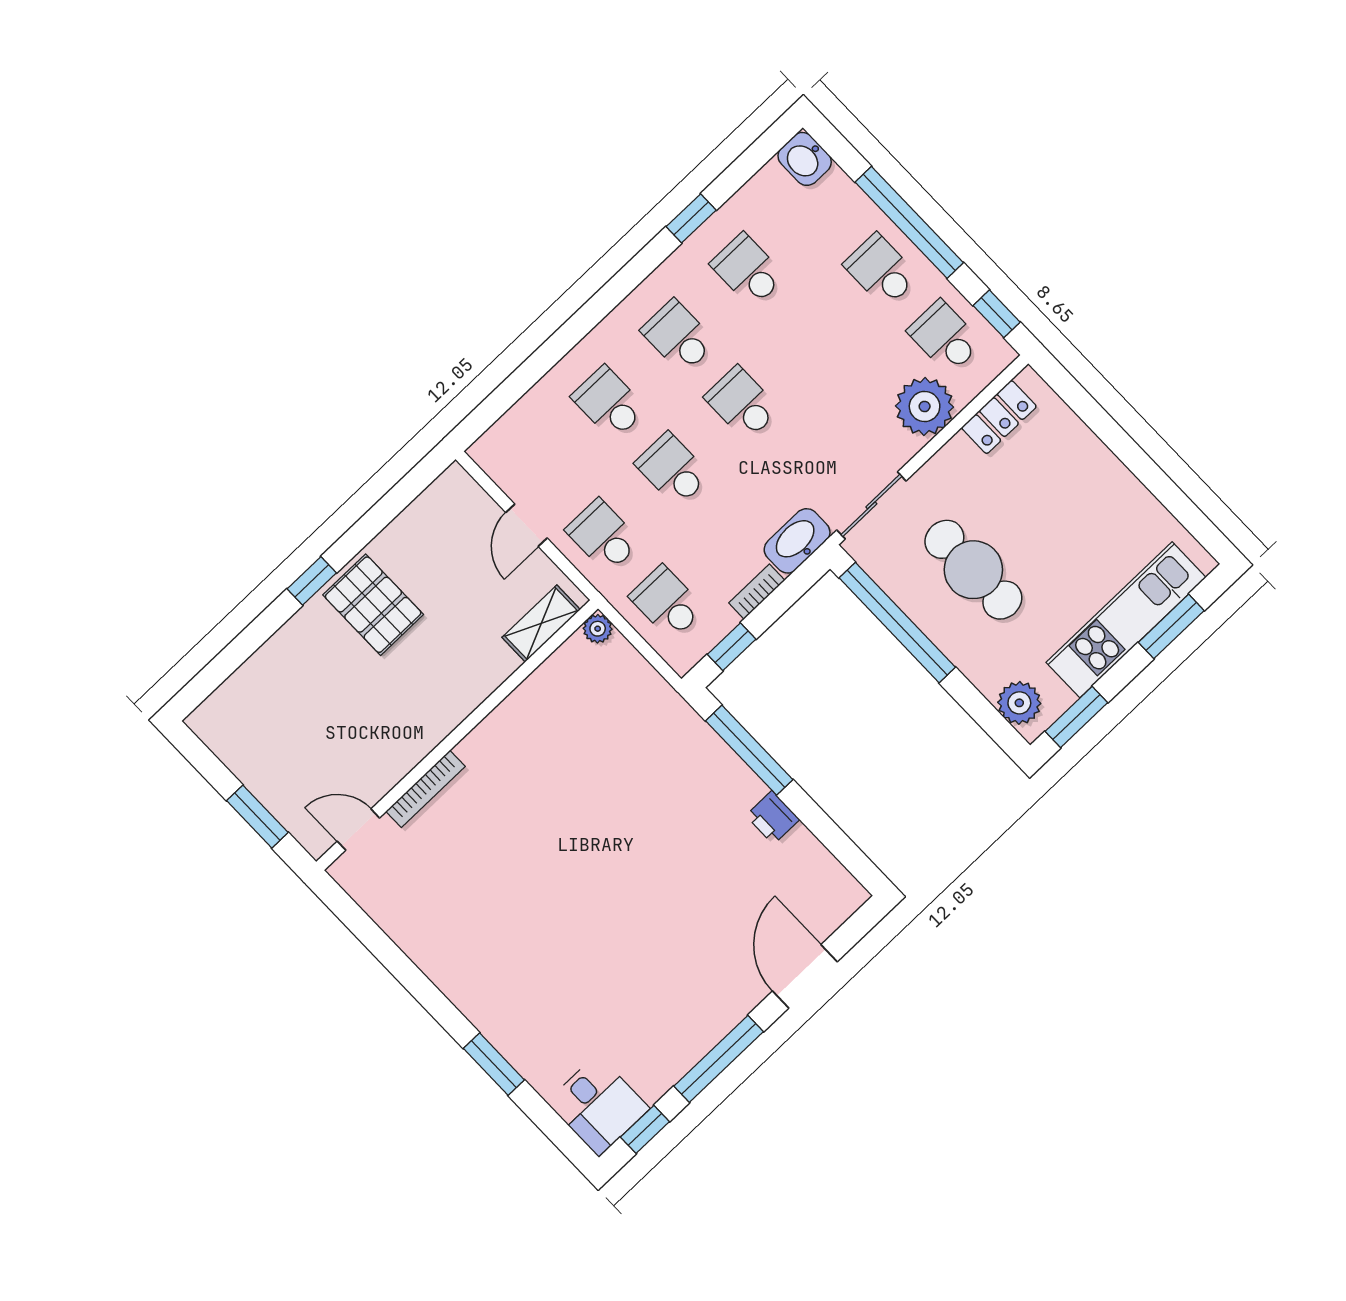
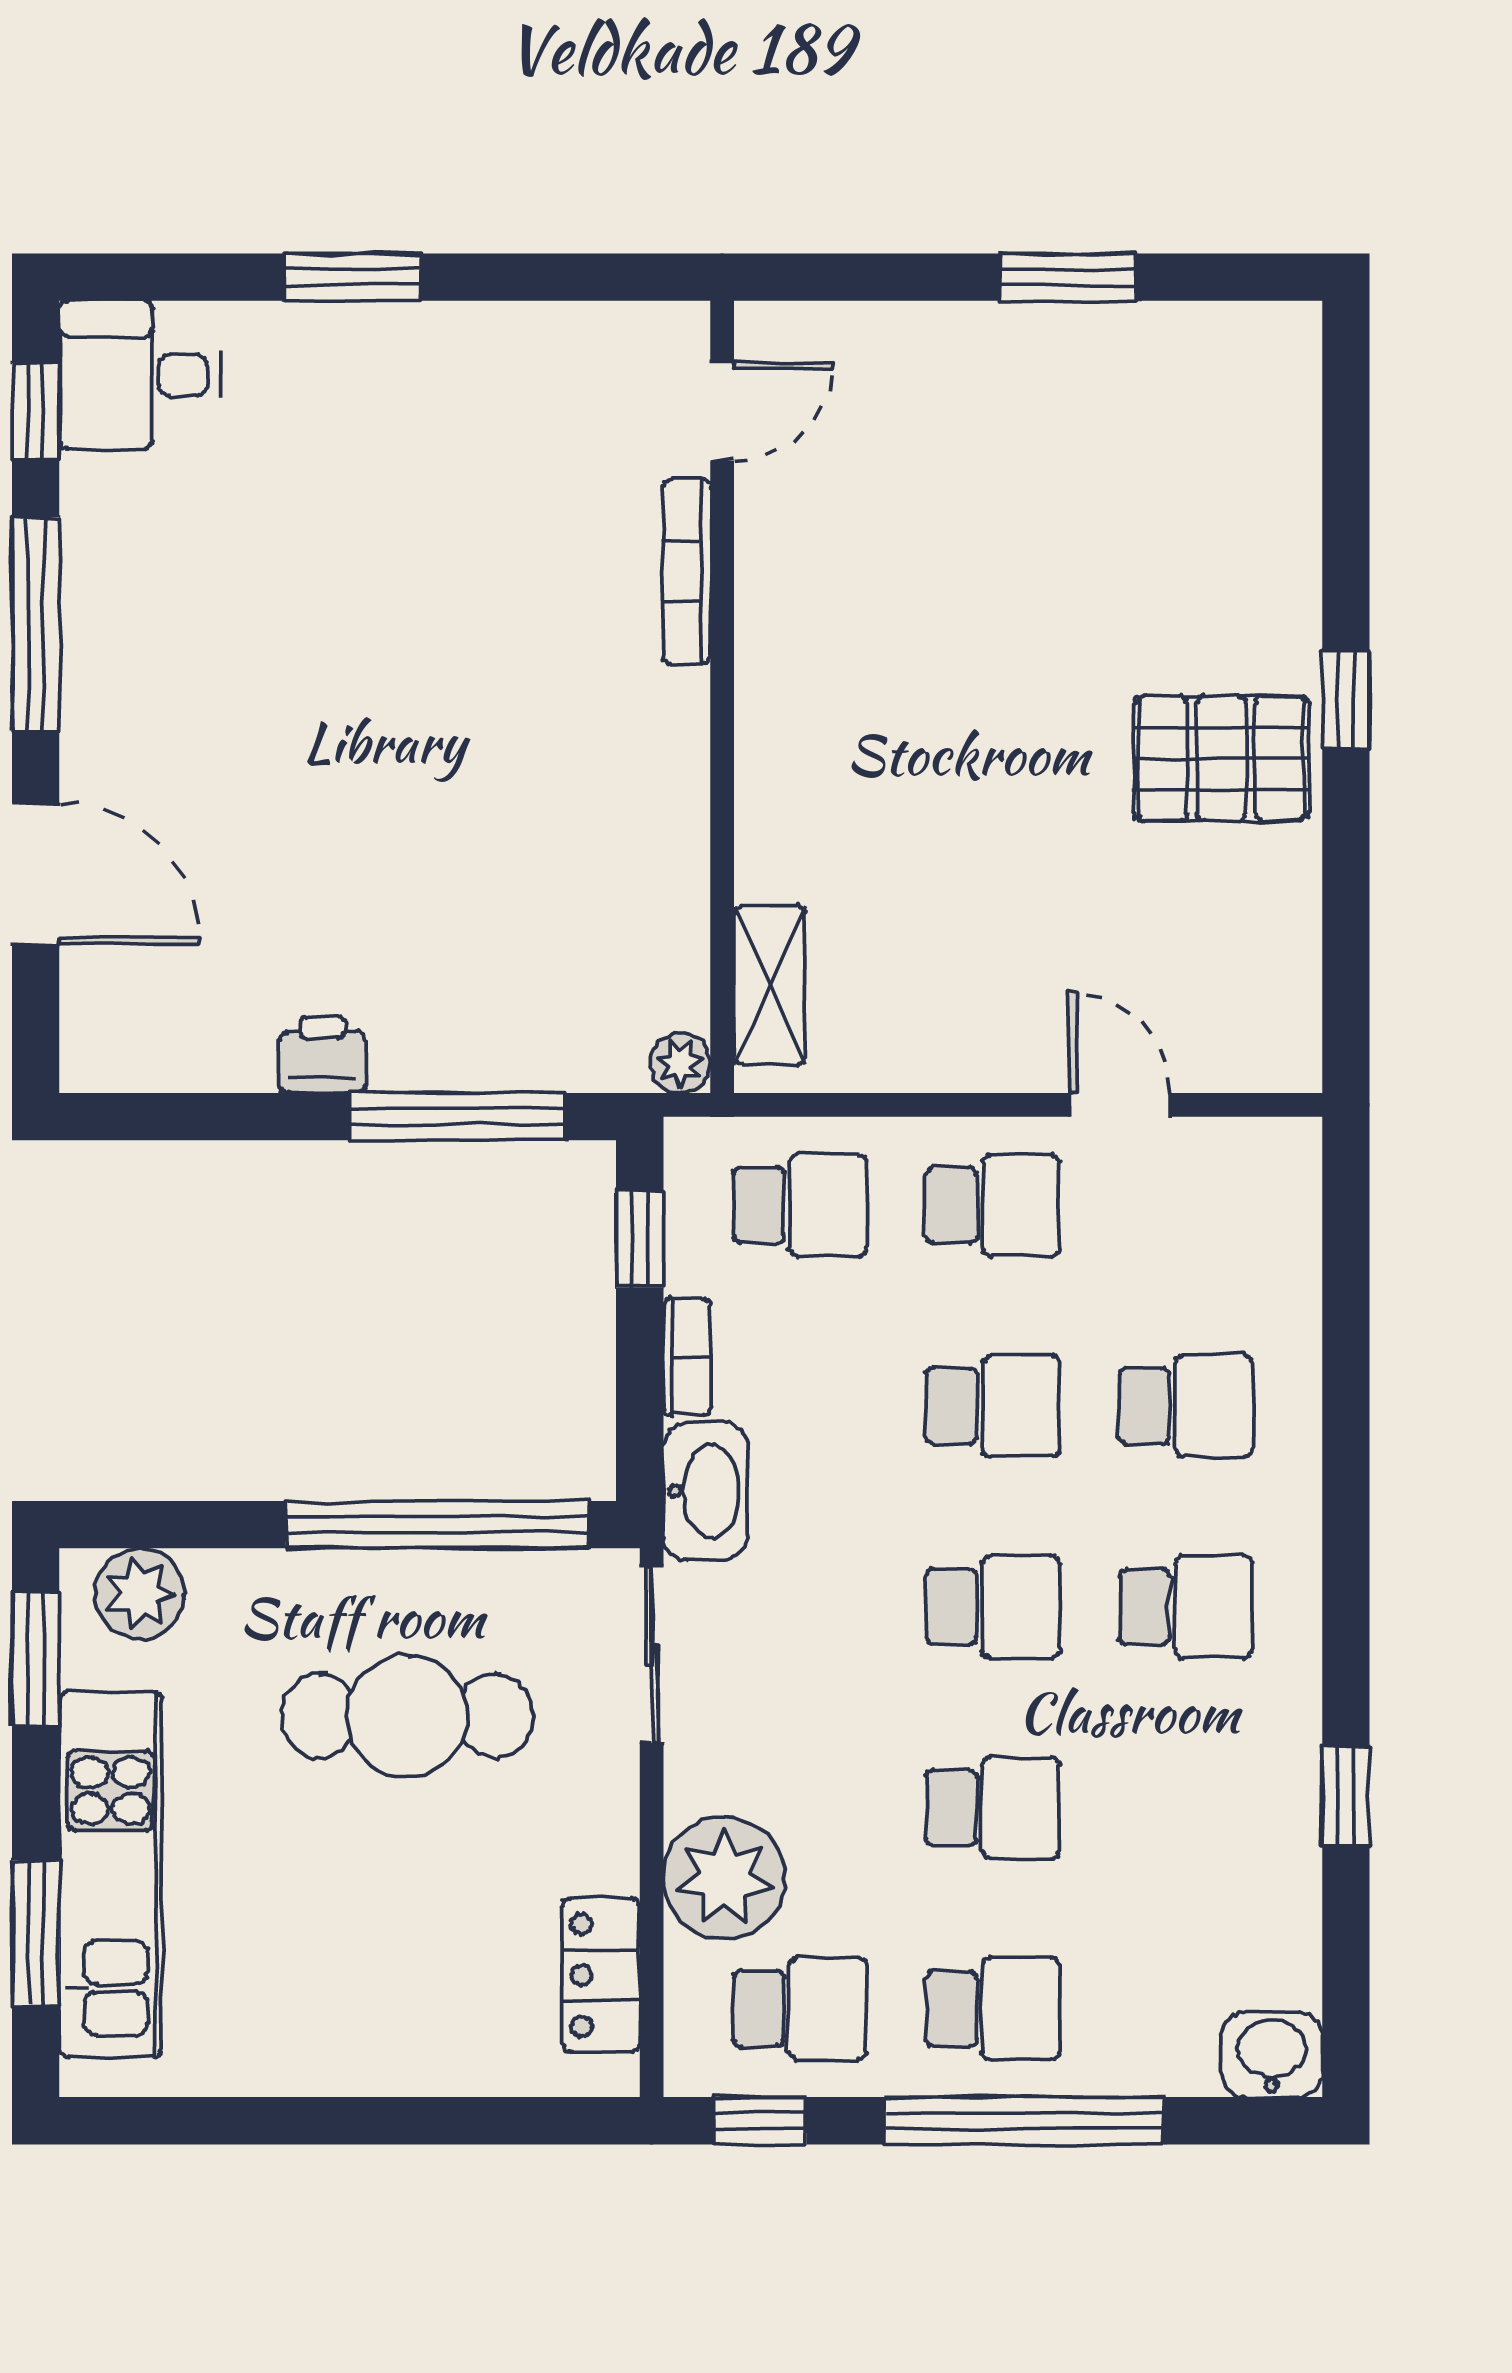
school desk: (748, 270) -> (993, 1808), moved
shelving: (541, 623) -> (770, 985), moved
plant: (598, 629) -> (680, 1063), moved
wall: (457, 735) -> (722, 697), moved
bookcase: (426, 789) -> (687, 571), moved
door: (358, 830) -> (722, 411), moved

